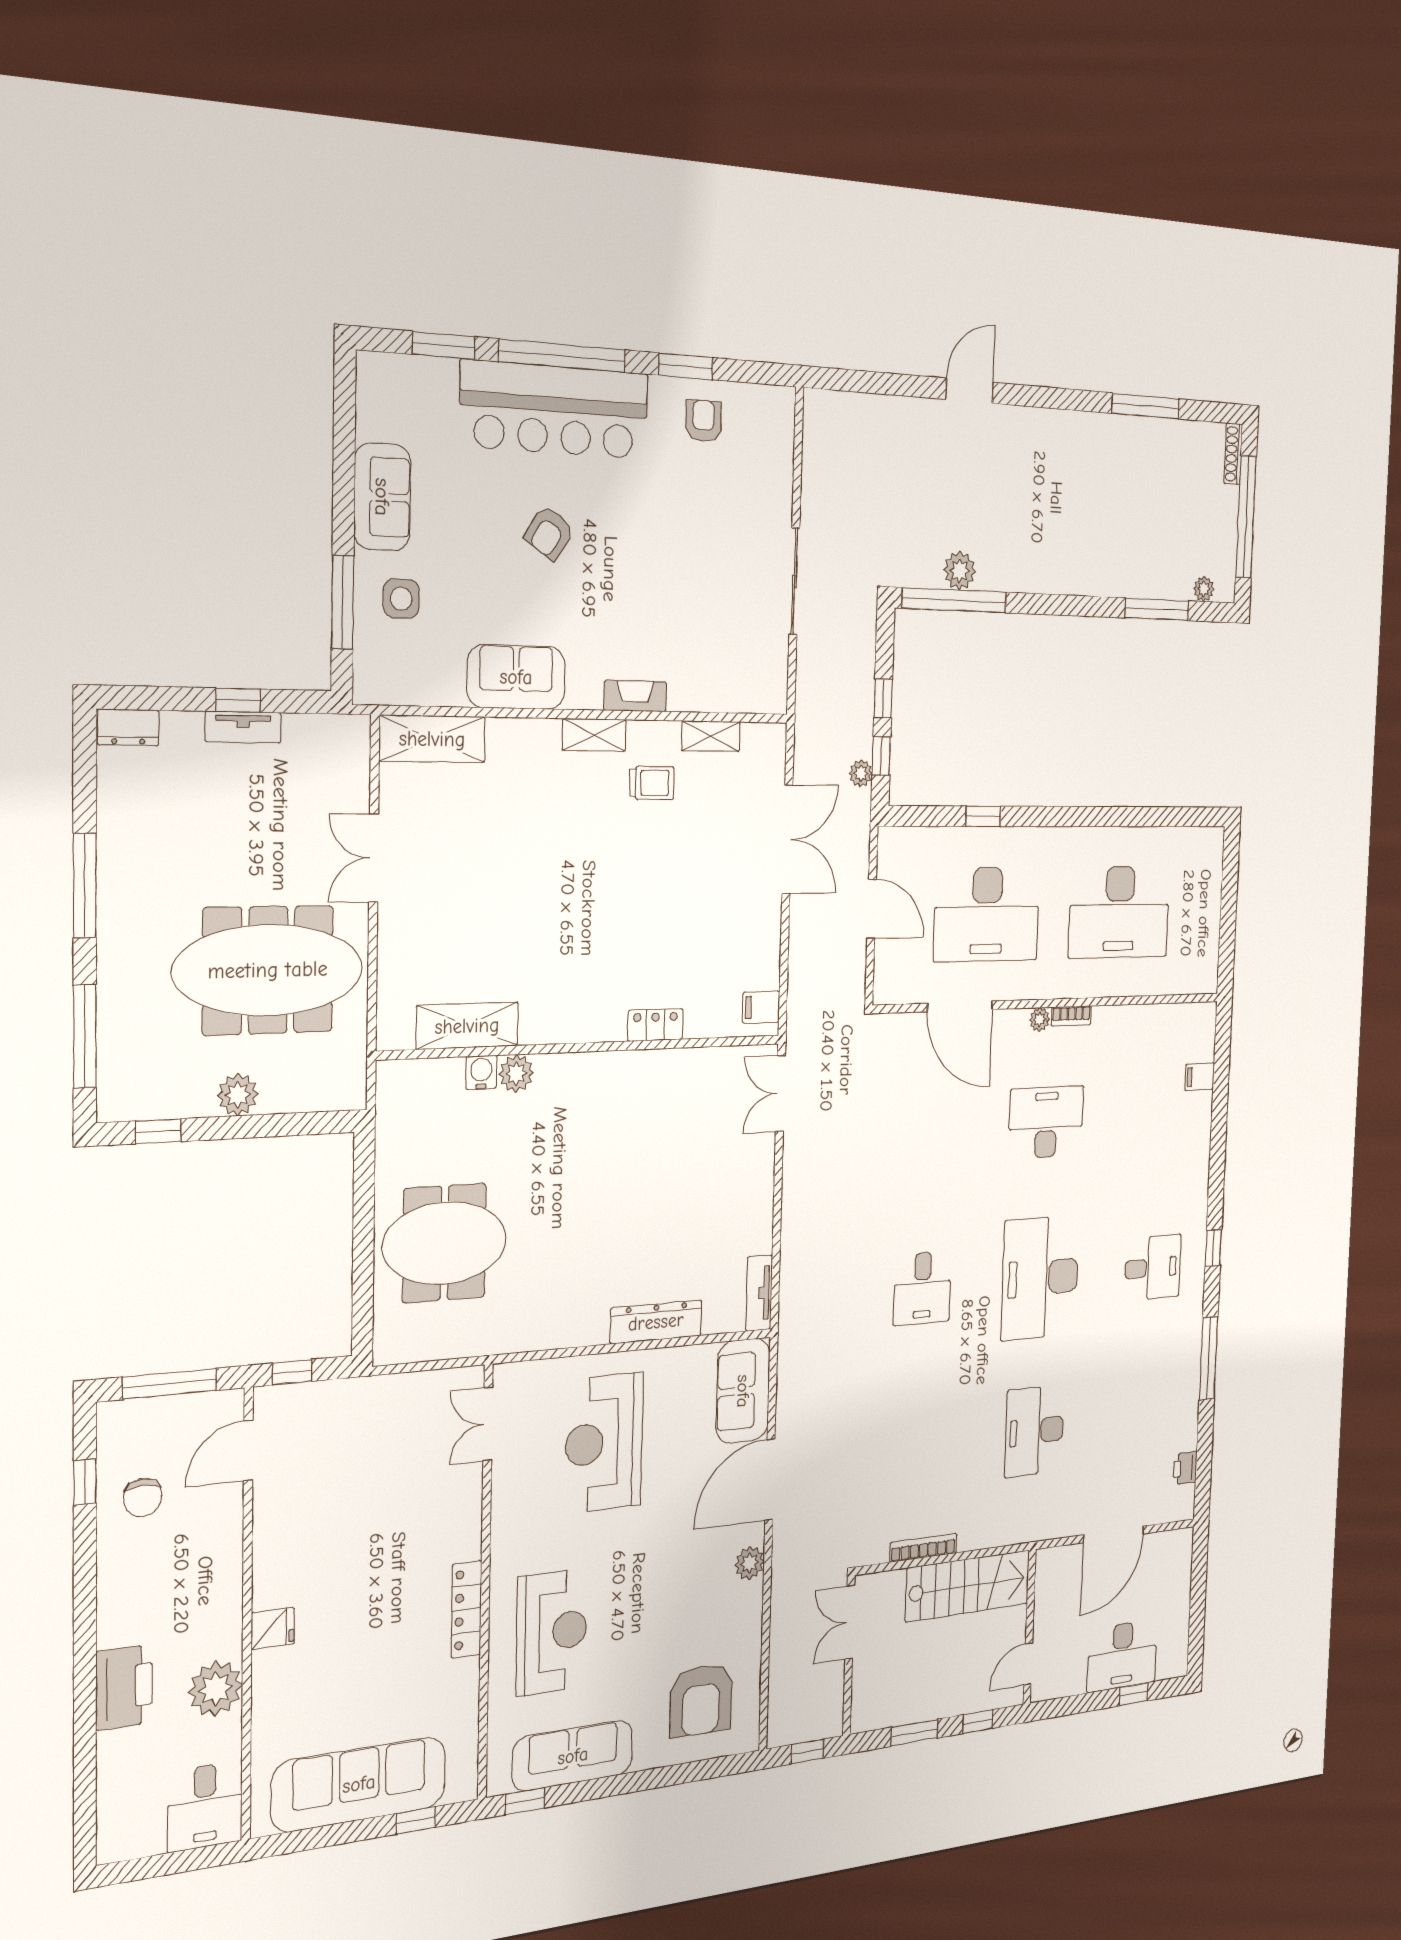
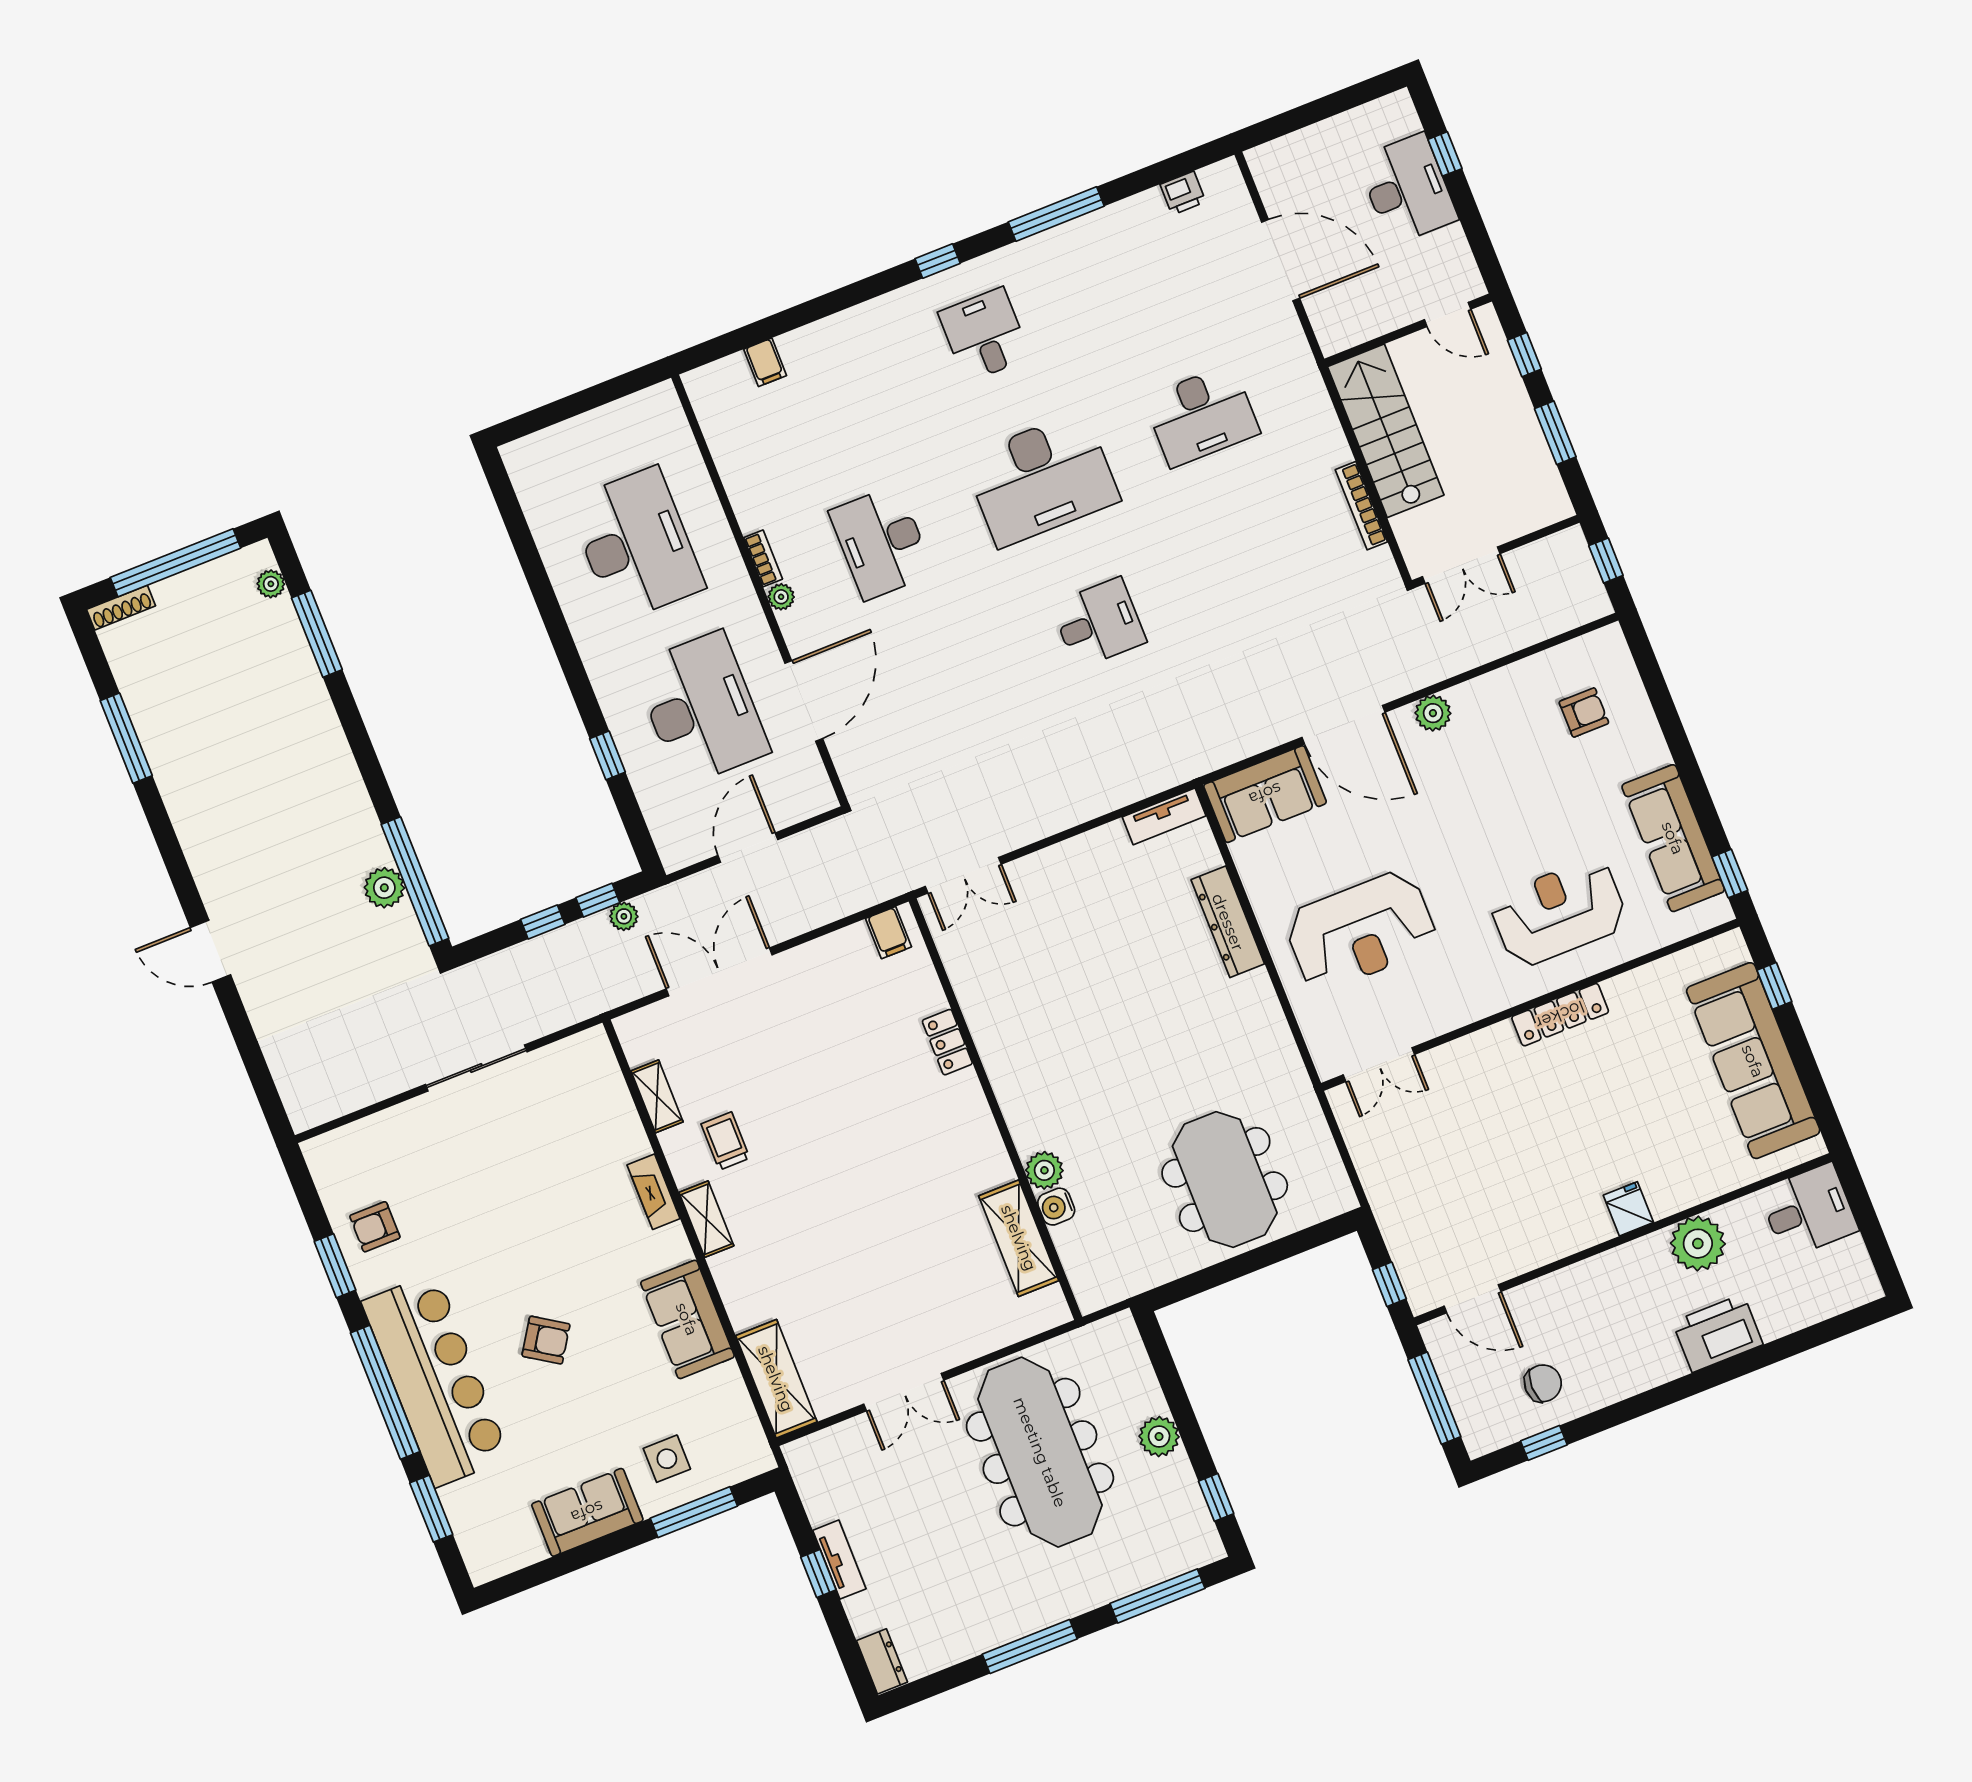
armchair: (701, 1700) -> (1584, 712), width x0.53, depth x0.53

